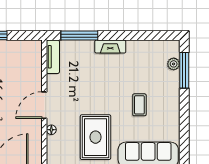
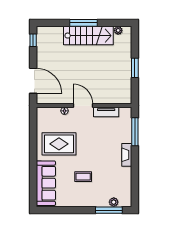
tv unit: (53, 57) -> (106, 112), moved

